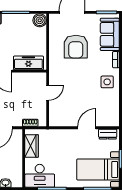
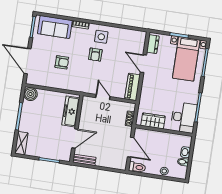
armchair: (76, 47) -> (62, 62), width x0.53, depth x0.53
armchair: (89, 79) -> (95, 55), added
piano: (62, 120) -> (132, 87), added

